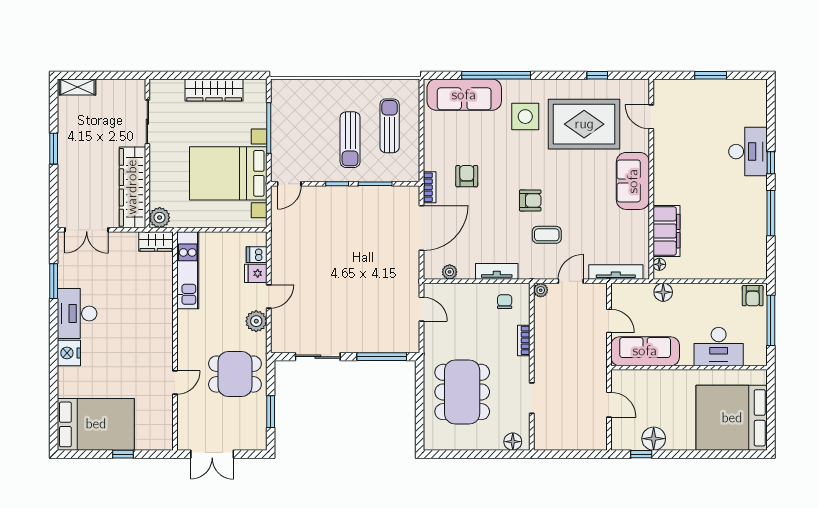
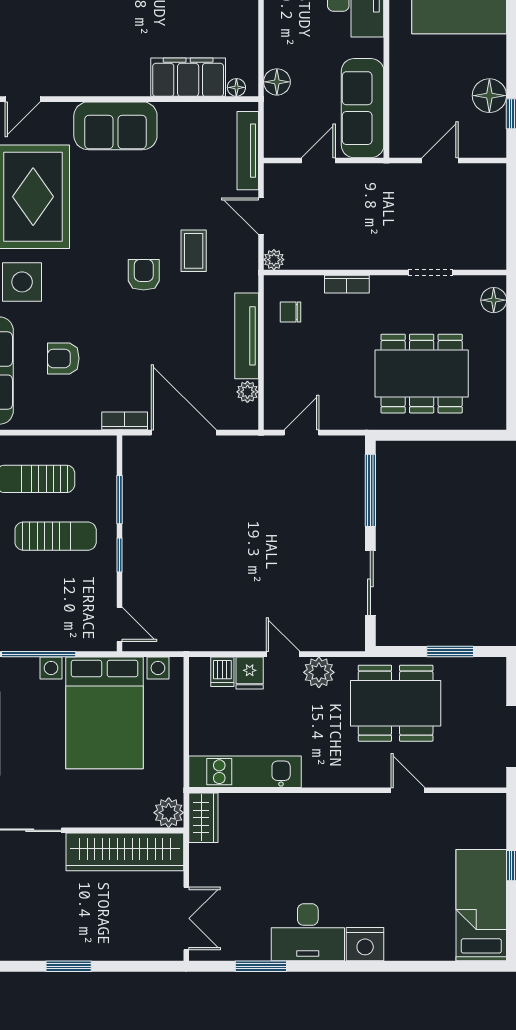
armchair: (467, 176) -> (63, 358), moved
tv unit: (497, 271) -> (247, 336), width x1.41
dining table: (235, 374) -> (396, 703), width x1.38
bed: (96, 424) -> (481, 905), width x0.67

